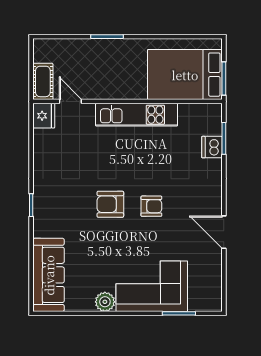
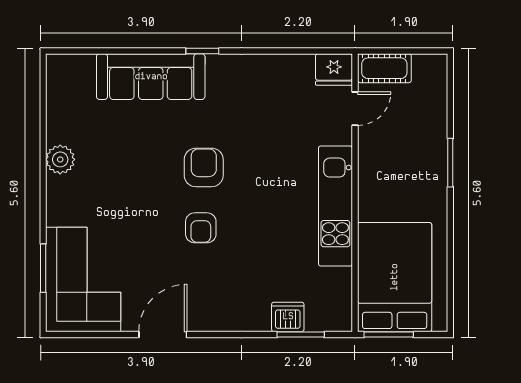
sofa: (49, 275) -> (151, 77), moved
corner sofa: (152, 286) -> (83, 280), moved

